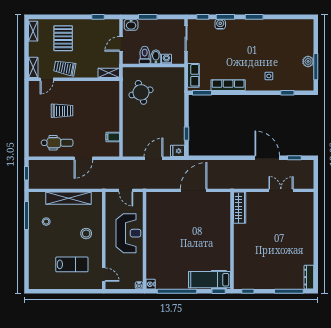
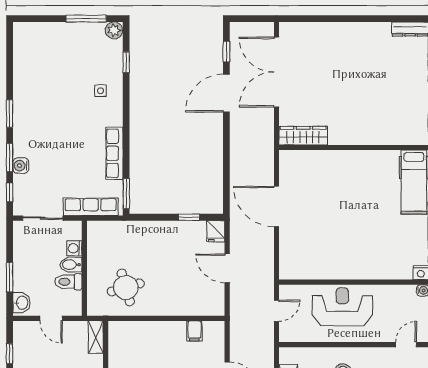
plant: (308, 61) -> (114, 30), moved
row of seats: (193, 75) -> (91, 207), width x1.48
double door: (281, 190) -> (276, 72), width x1.87

